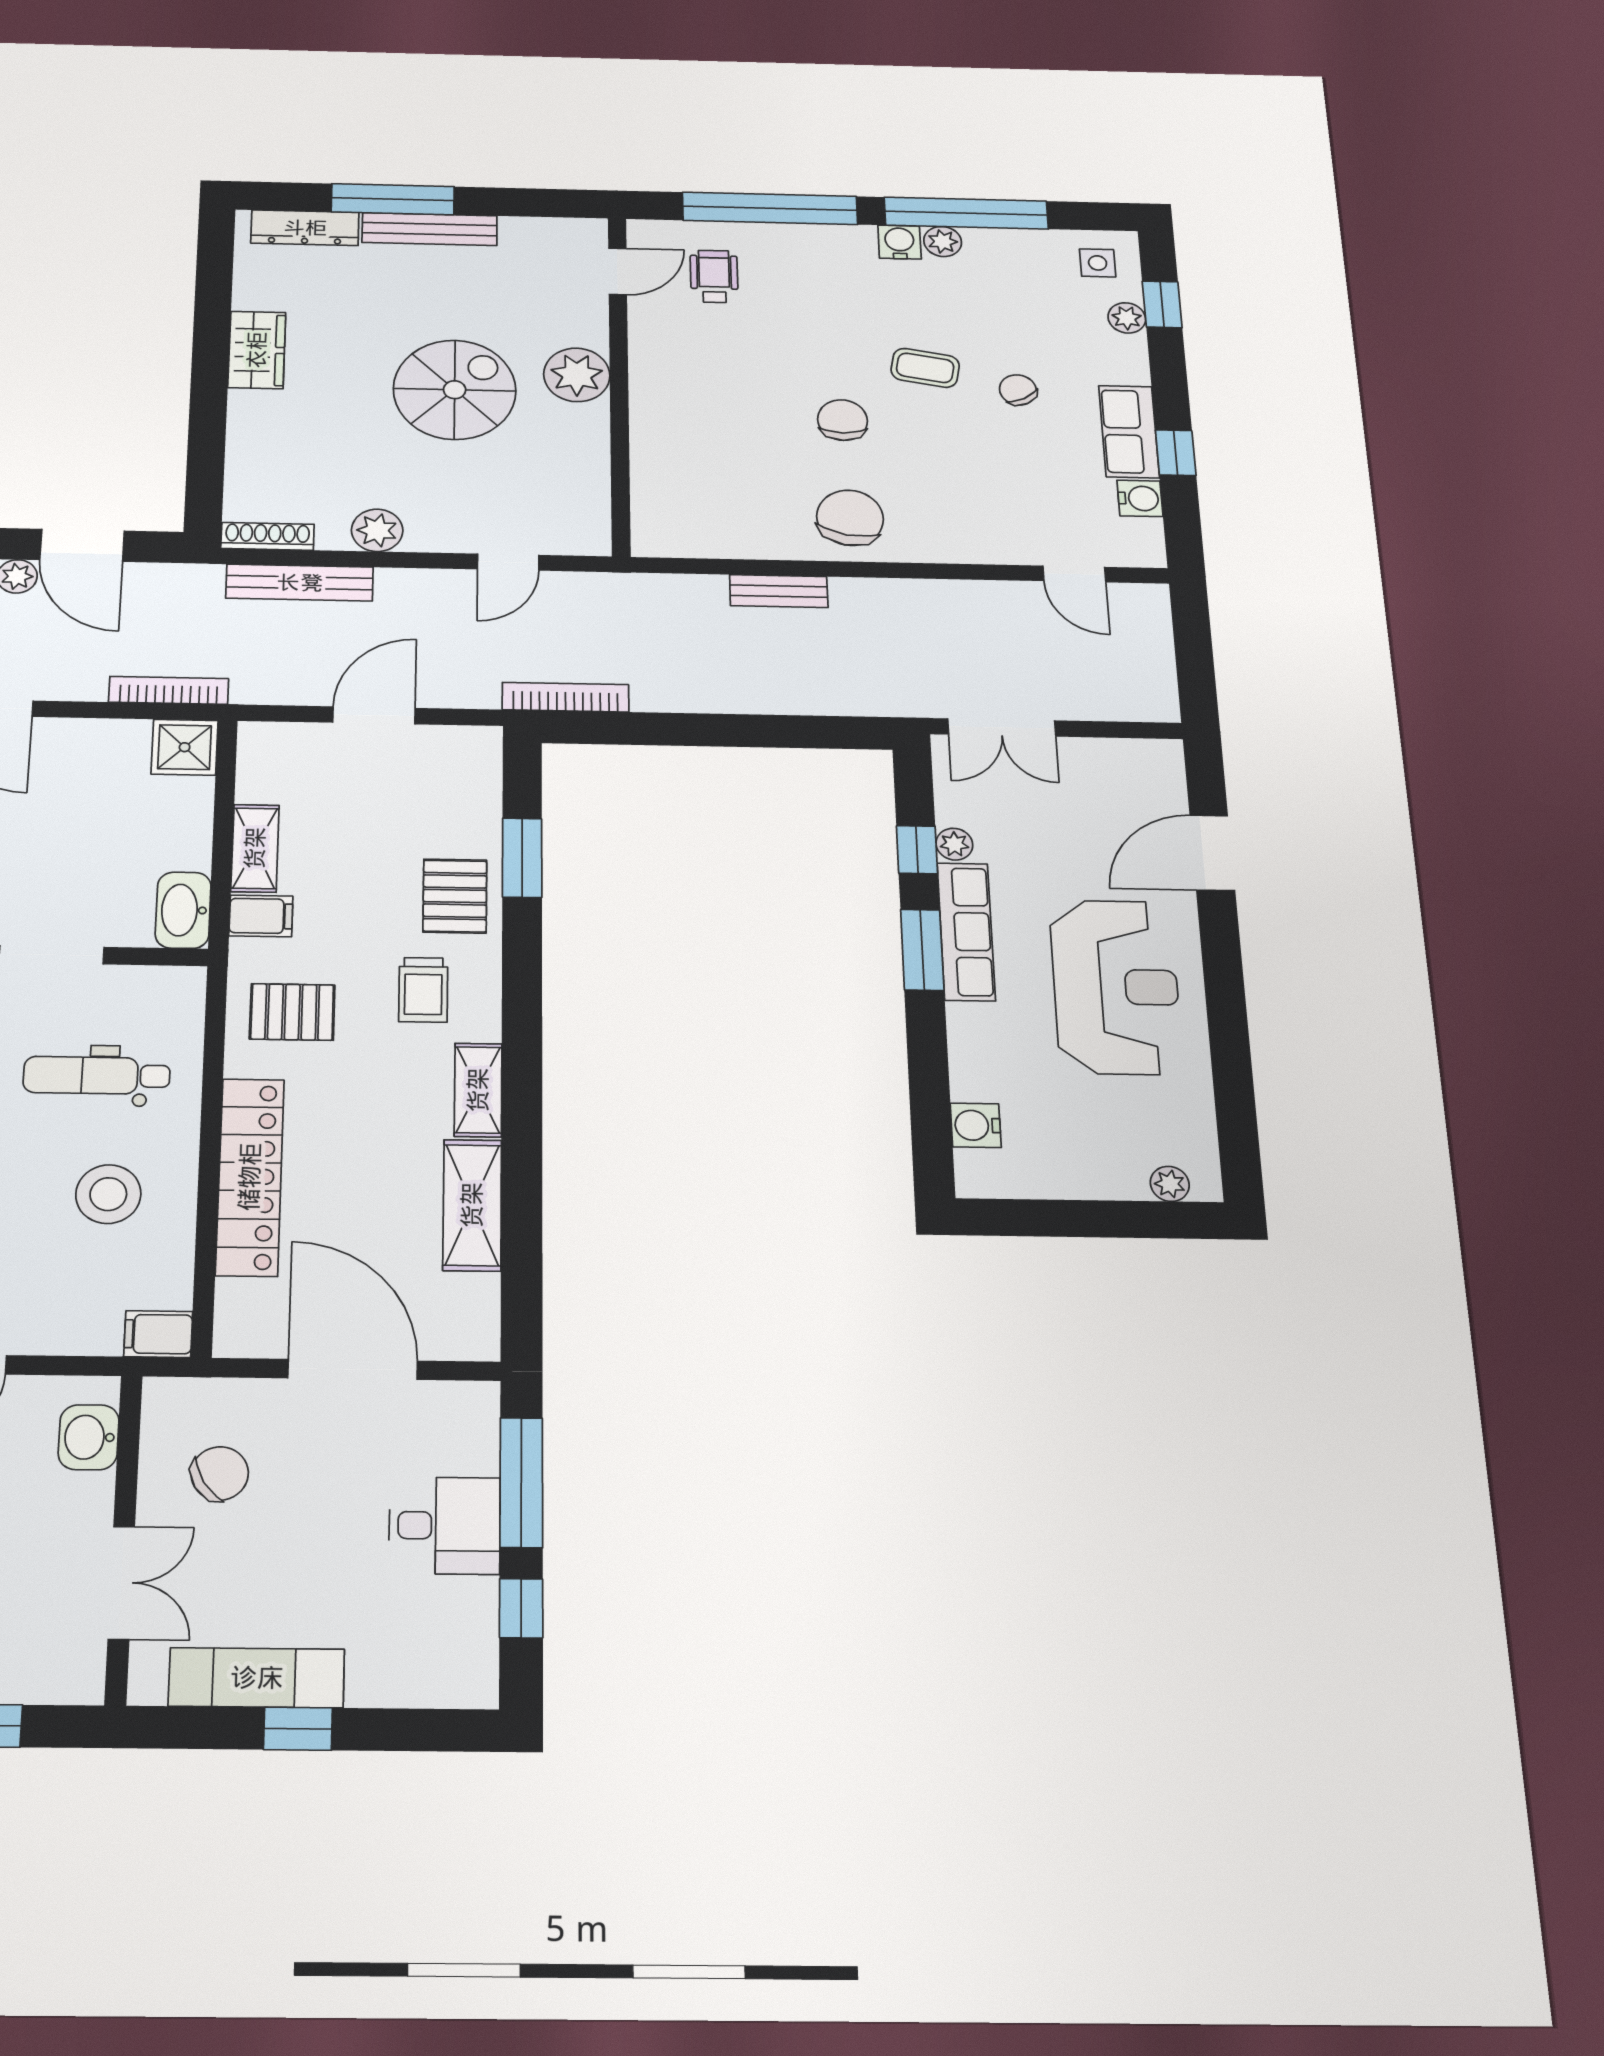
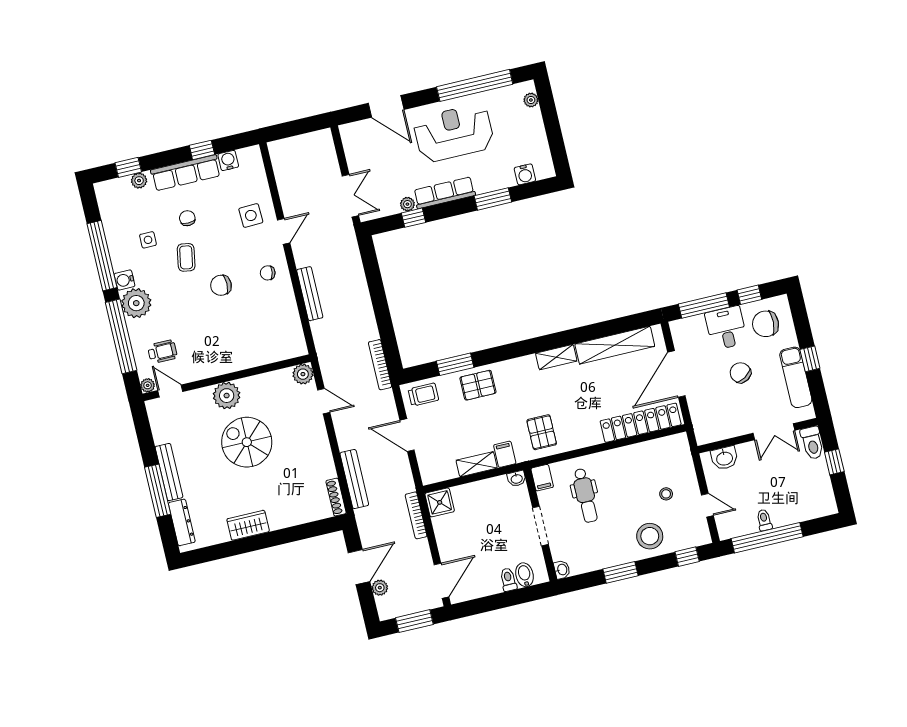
plant: (643, 233) -> (148, 385), added
plant: (943, 242) -> (136, 303), moved, width x1.88, depth x1.88
side table: (1098, 263) -> (148, 240), moved
wheelchair: (714, 276) -> (162, 352), turned 180
chair: (1018, 390) -> (187, 218), turned 118
row of seats: (1129, 432) -> (186, 173), width x1.48
side table: (997, 514) -> (251, 215), added
chair: (850, 518) -> (268, 273), width x0.54, depth x0.54
plant: (377, 530) -> (303, 374), moved
door: (1074, 574) -> (284, 231), moved
bench: (779, 591) -> (310, 294), width x1.36
washbasin: (183, 910) -> (517, 479), width x0.52, depth x0.69
window: (922, 950) -> (493, 199), moved
trolley: (423, 990) -> (423, 395), moved
window: (1231, 1062) -> (475, 85), added
locker: (250, 1177) -> (641, 423), moved
stool: (108, 1194) -> (666, 494), moved, width x0.53, depth x0.53
shelving: (472, 1205) -> (615, 345), width x1.47
filing cabinet: (158, 1334) -> (542, 478), moved
chair: (220, 1474) -> (740, 373), moved
double door: (121, 1583) -> (774, 432), swing flipped
chair: (429, 1632) -> (766, 324), added
toilet: (59, 1678) -> (812, 443), added

